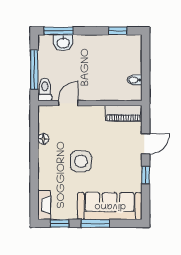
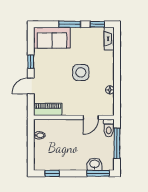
sofa: (110, 206) -> (52, 38), width x0.73

